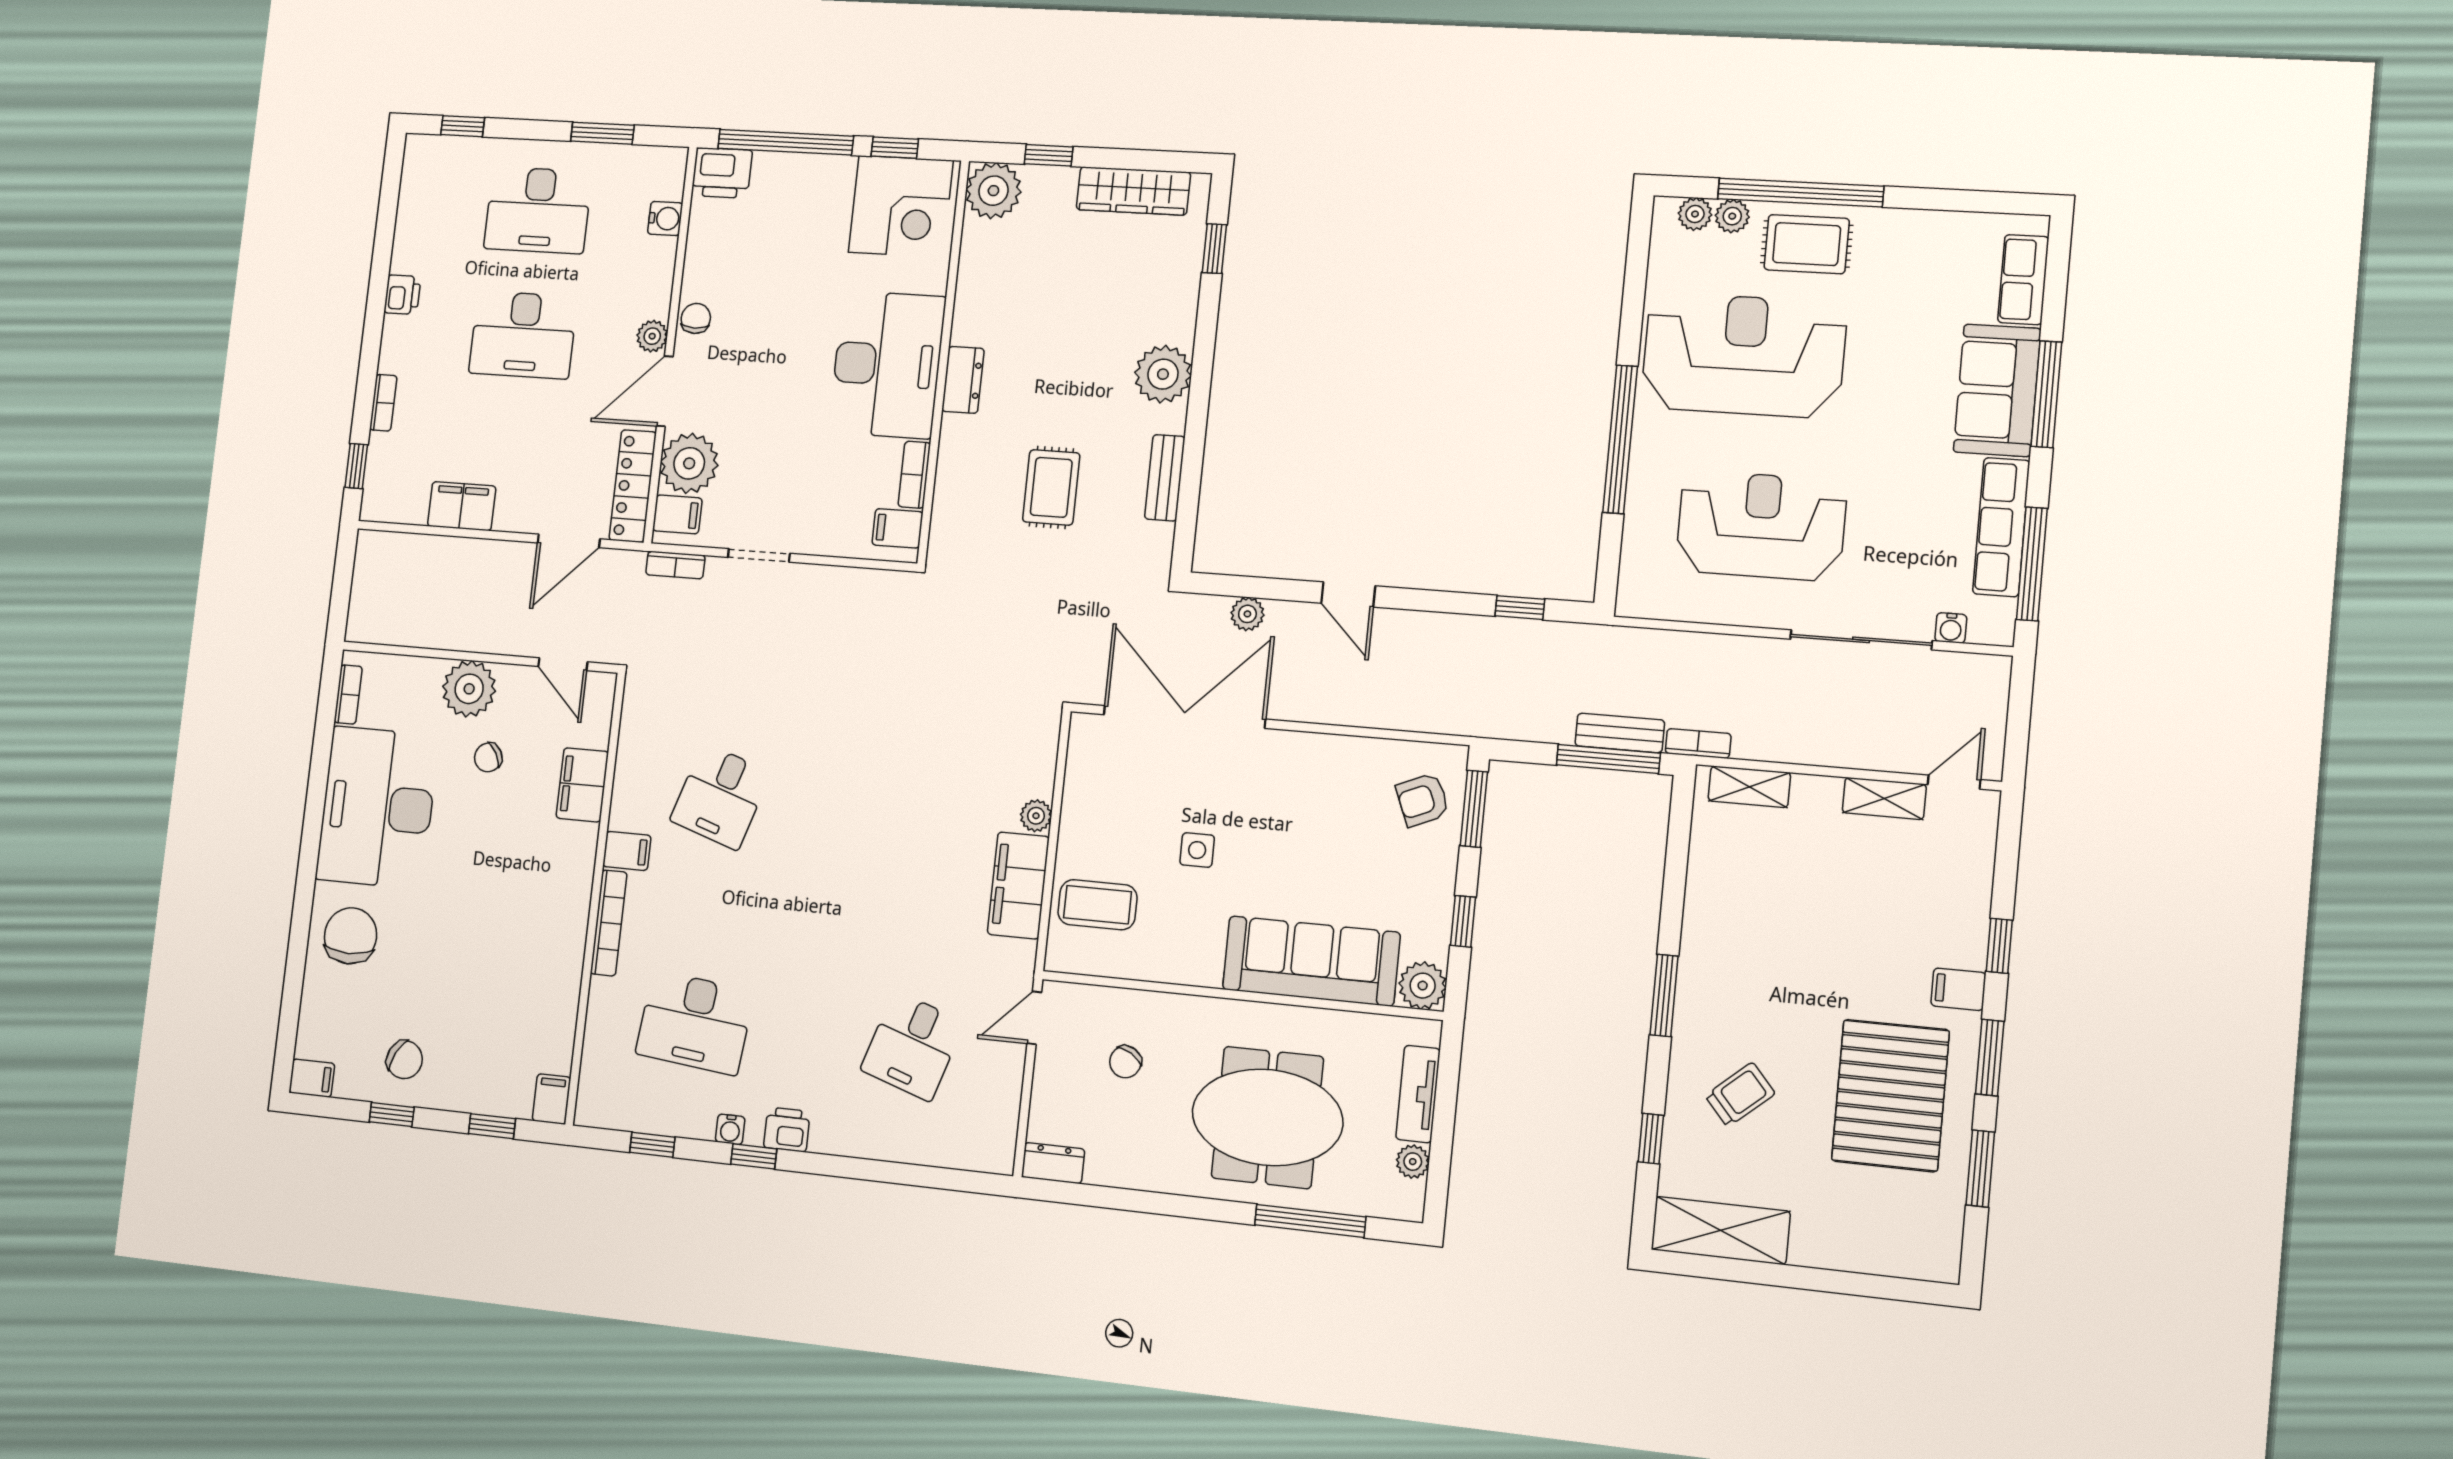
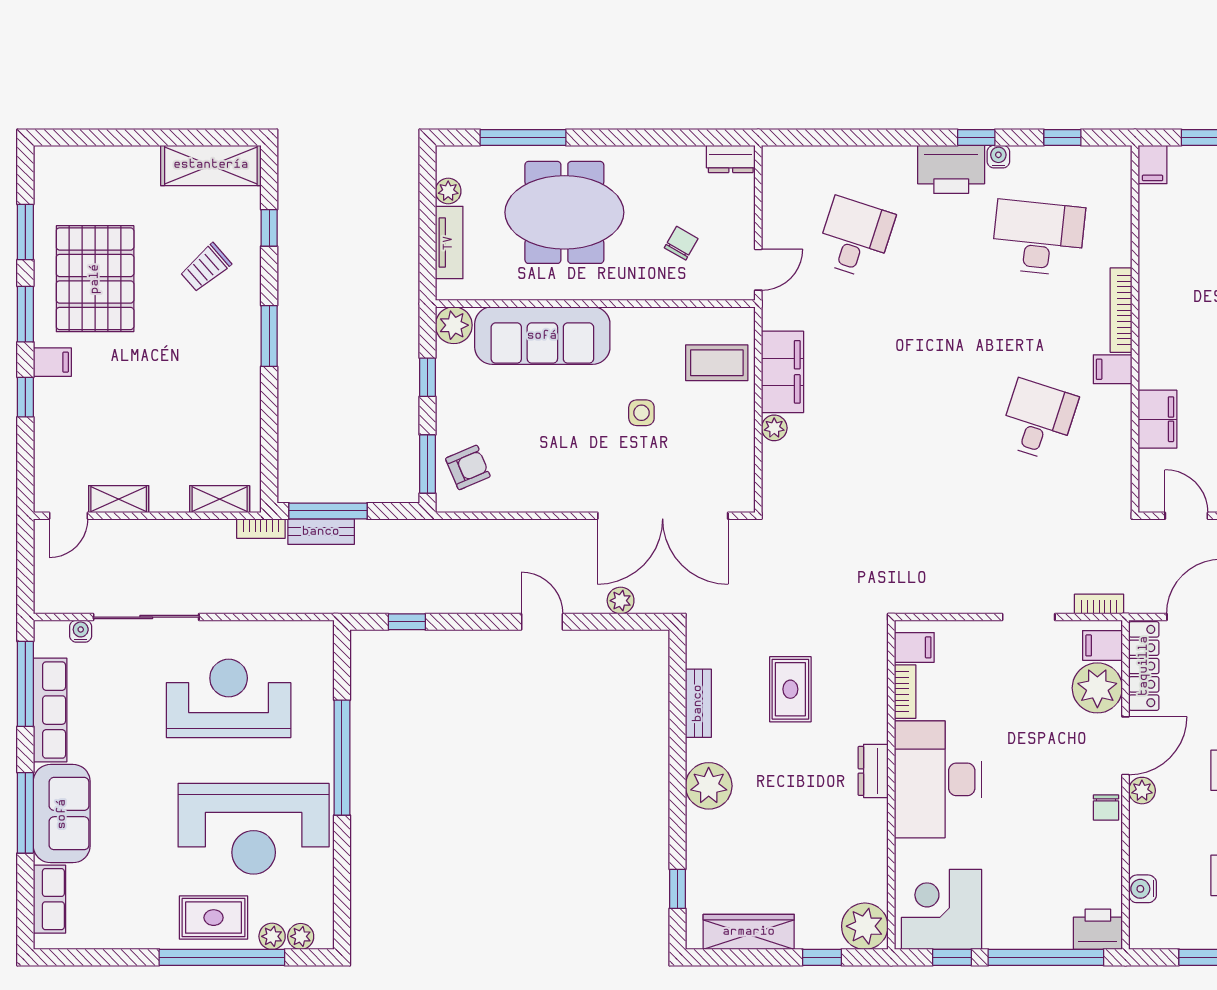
reception desk: (1761, 526) -> (229, 698), turned 180
printer: (787, 1129) -> (951, 169), width x1.87, depth x1.48

